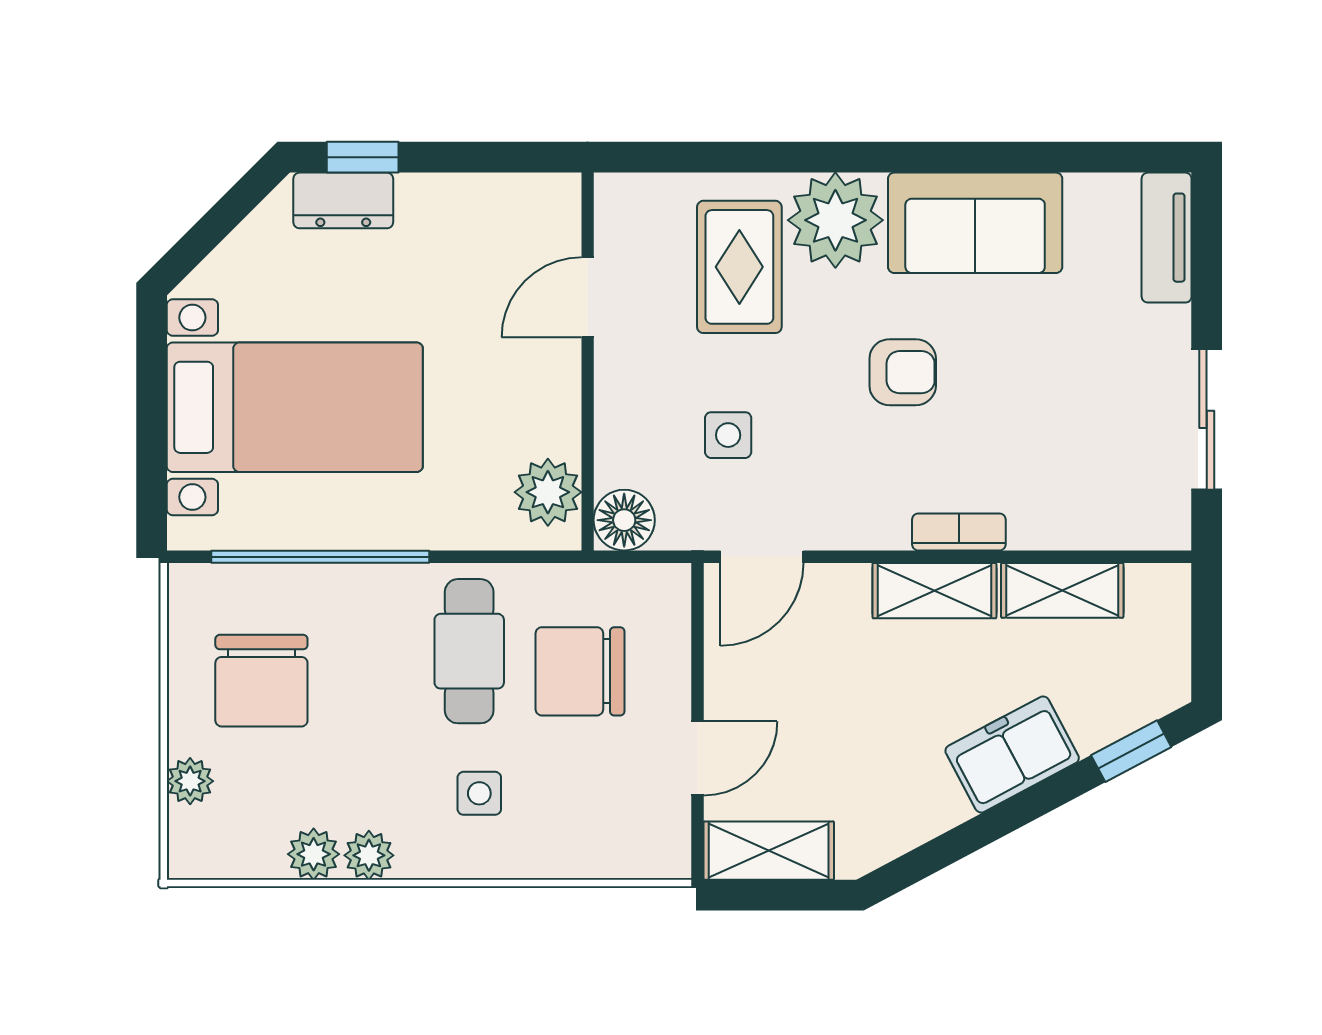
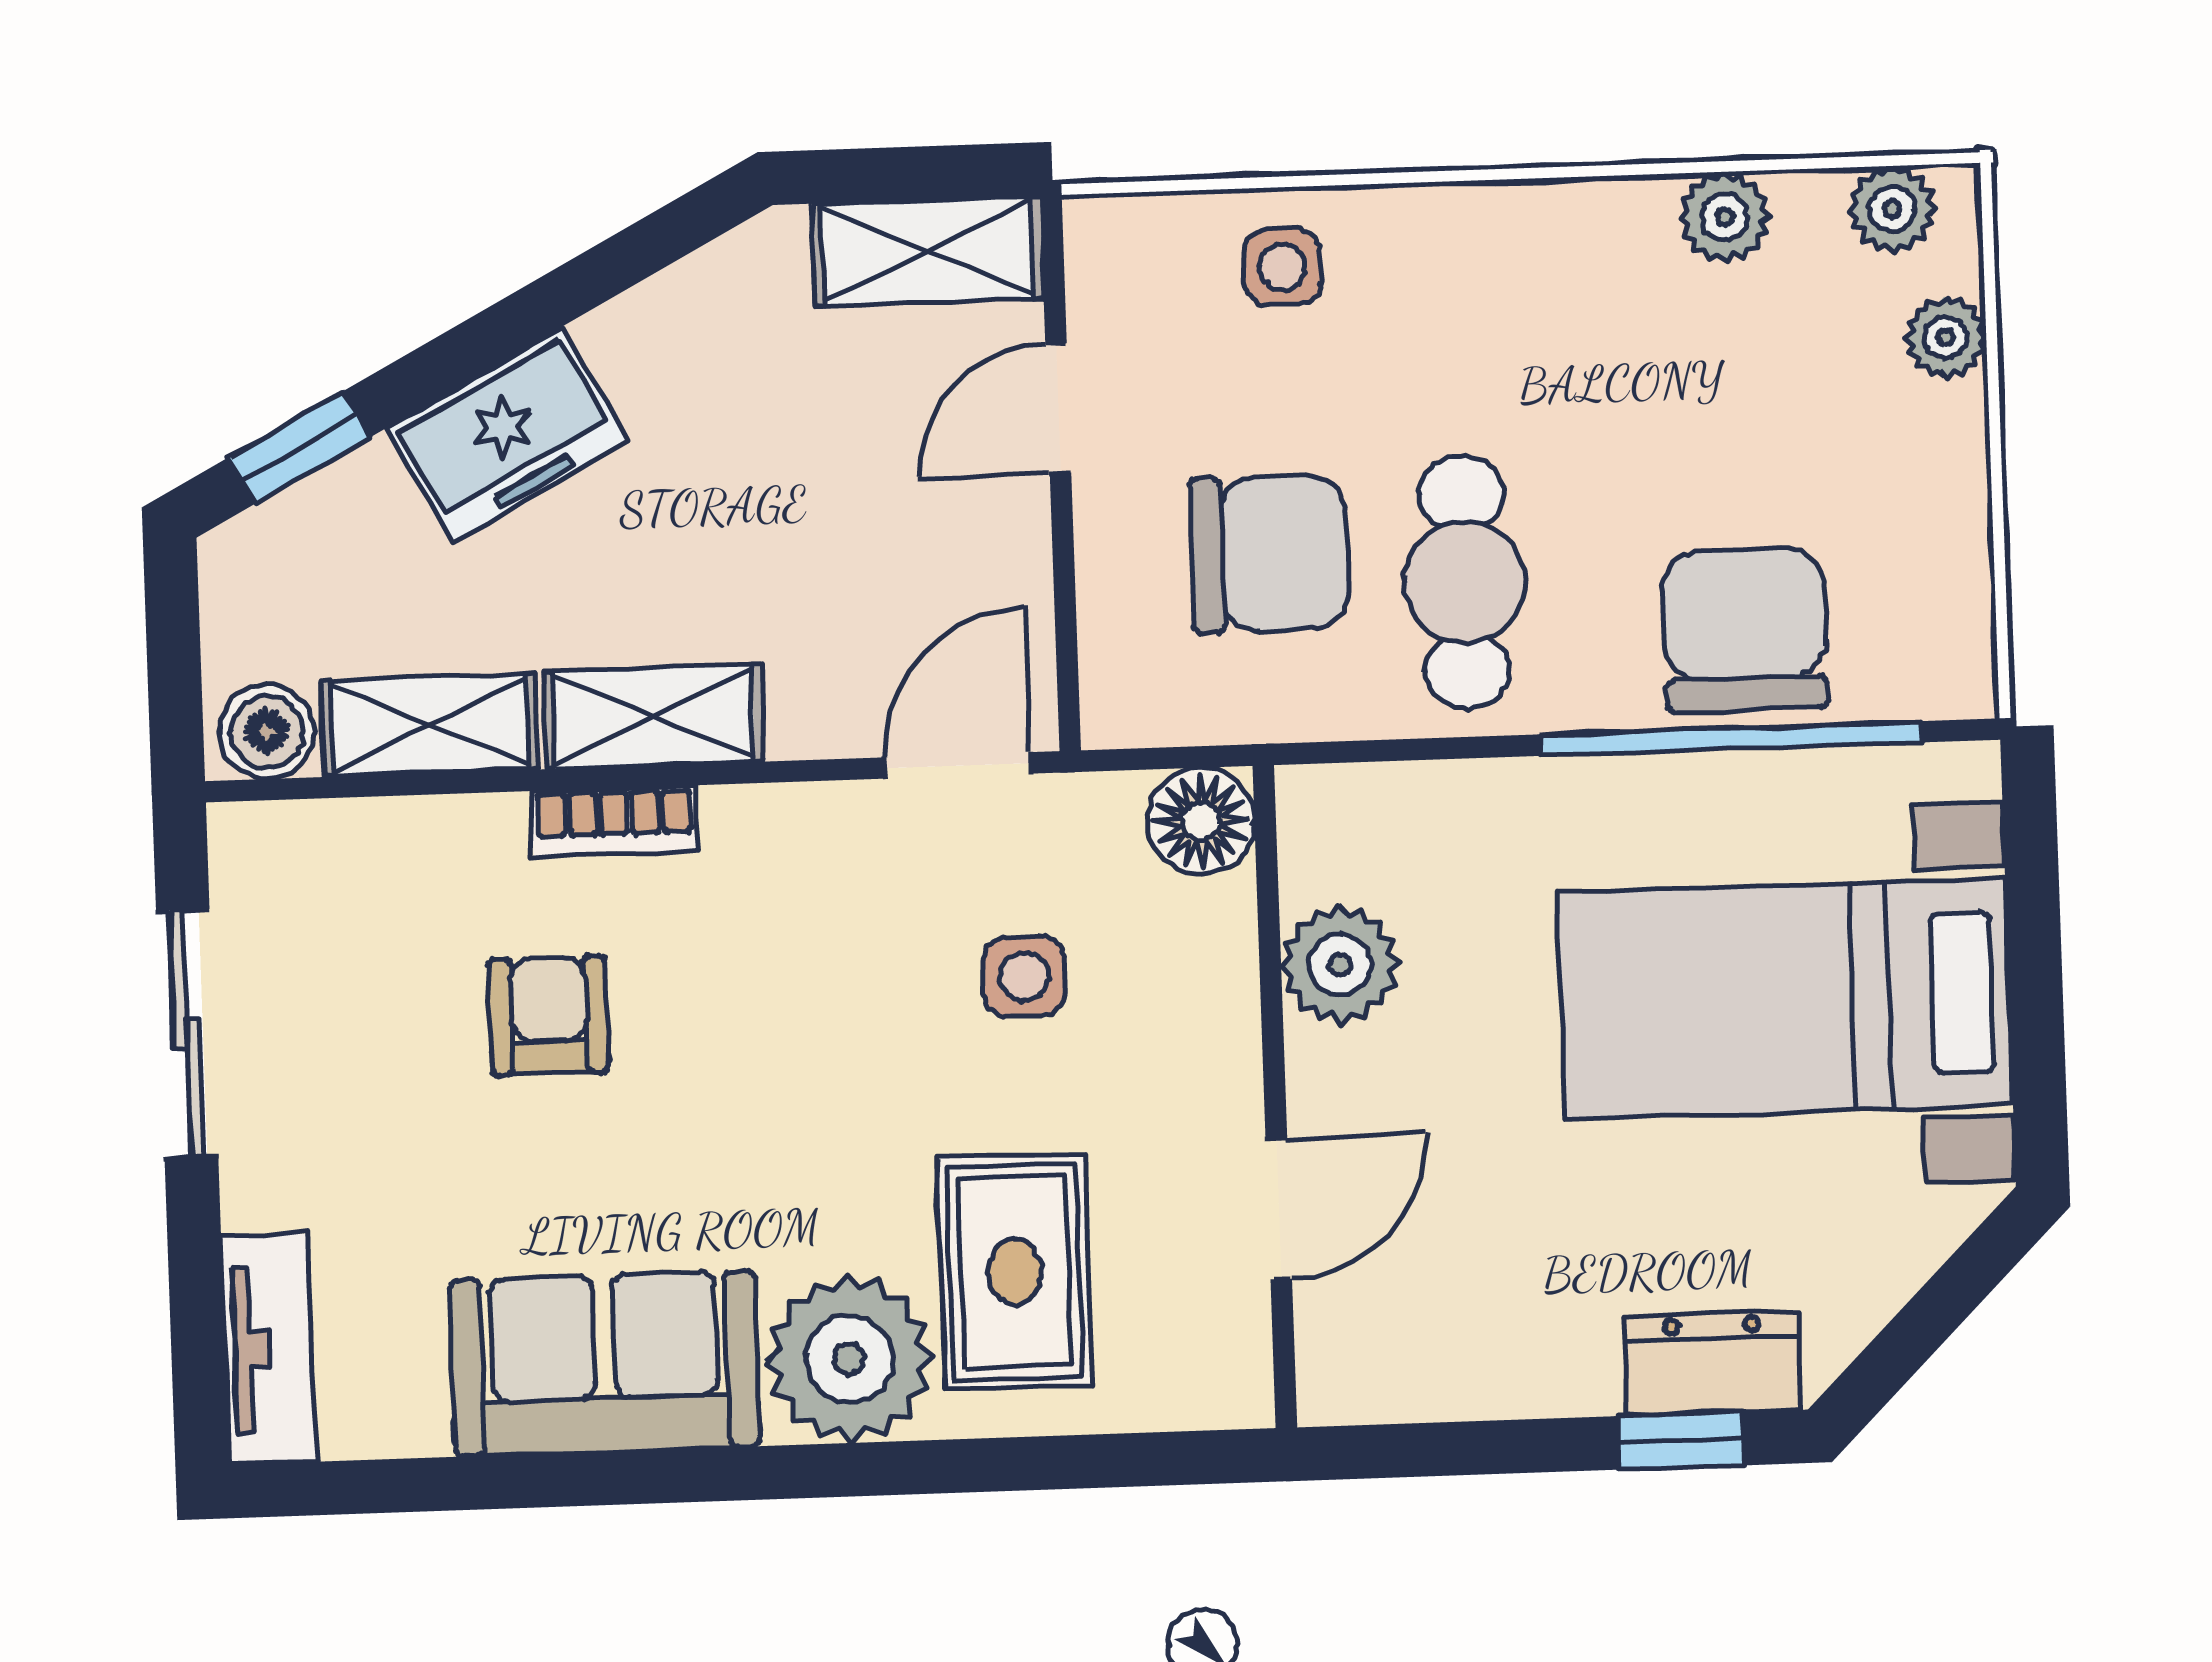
armchair: (903, 372) -> (549, 1016), moved, turned 90
plant: (548, 492) -> (1340, 965), moved
boiler: (1155, 590) -> (267, 732), added
chair: (261, 681) -> (1745, 629), moved
side table: (479, 793) -> (1282, 267), moved
plant: (369, 855) -> (1892, 209), moved

